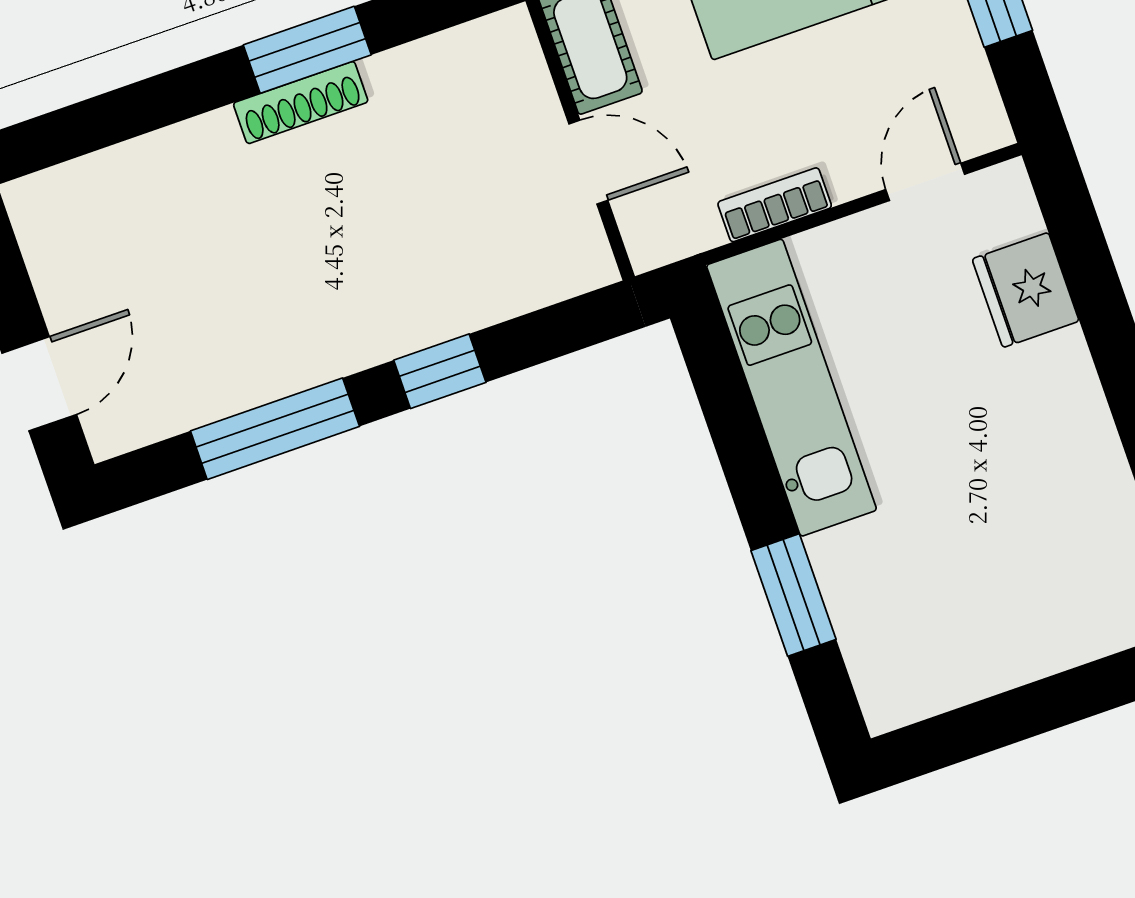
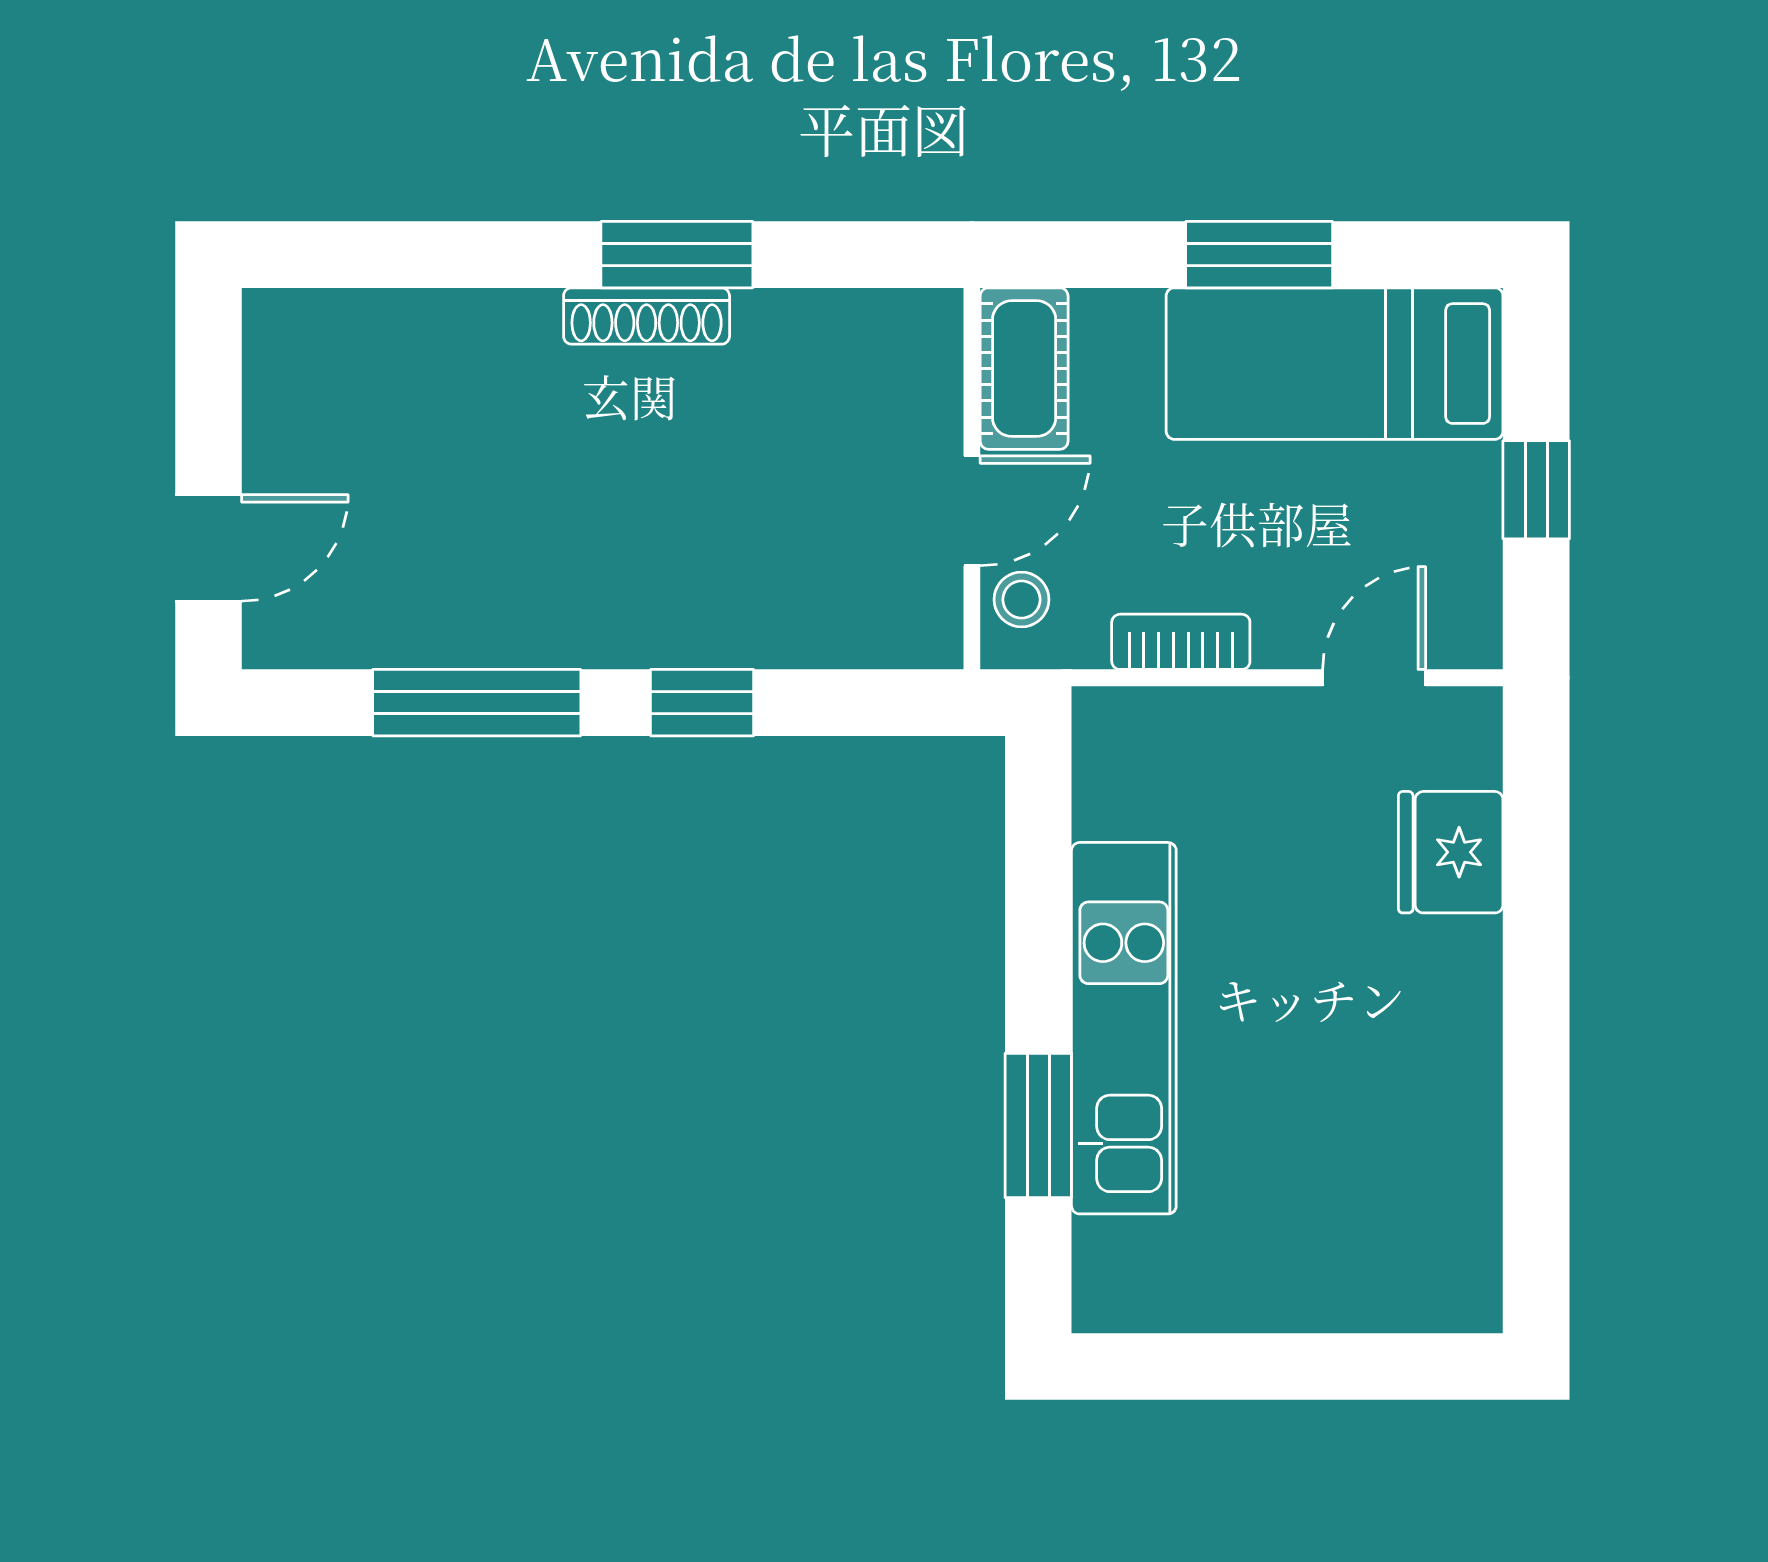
door: (588, 162) -> (972, 511), hinge flipped
stool: (647, 214) -> (1021, 600), added
kitchen unit: (791, 388) -> (1124, 1028), moved

